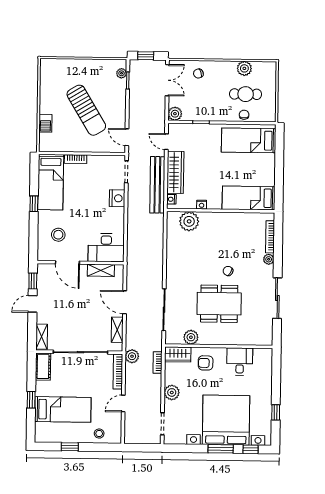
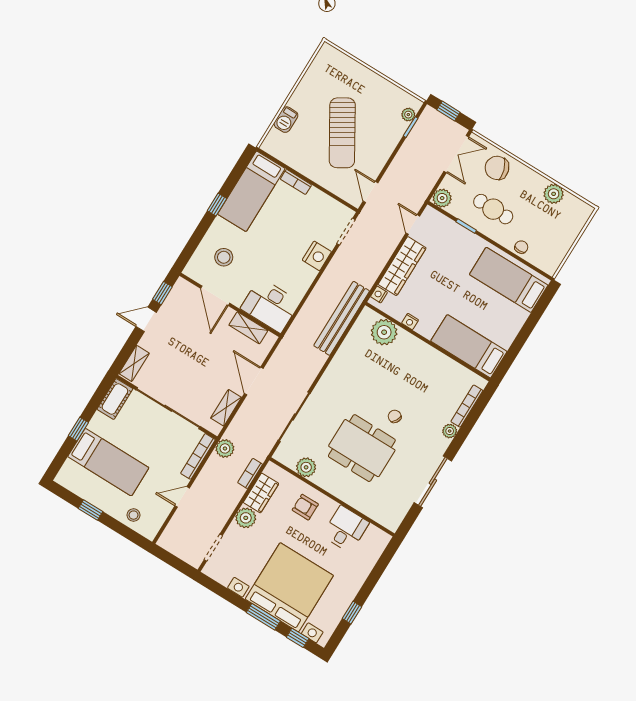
chair: (198, 73) -> (497, 168), width x1.87, depth x1.87
cafe table: (246, 94) -> (493, 209), moved
bench: (157, 185) -> (342, 318), moved
wardrobe: (178, 354) -> (261, 493), moved, turned -90

